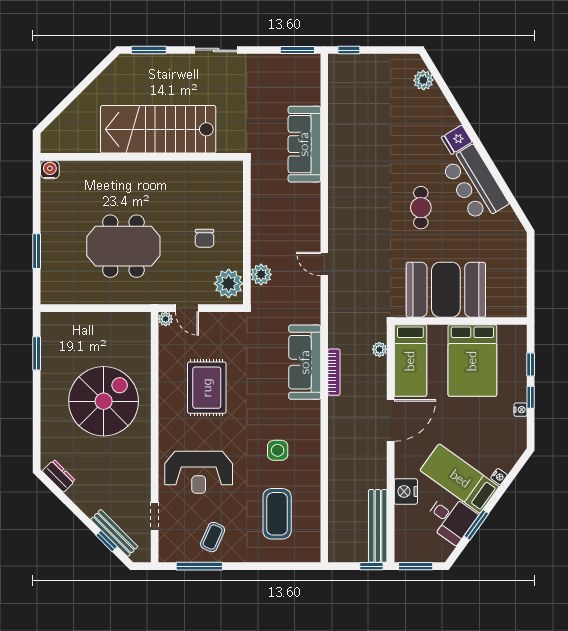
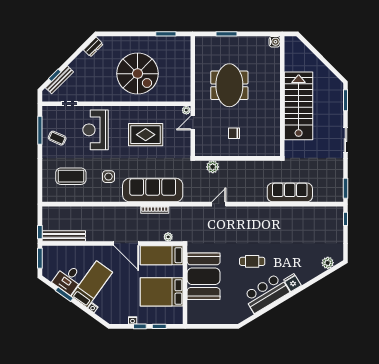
plant: (229, 284) -> (207, 148), removed
sofa: (305, 362) -> (153, 190), width x1.36, depth x1.27
nightstand: (406, 491) -> (84, 252), removed

